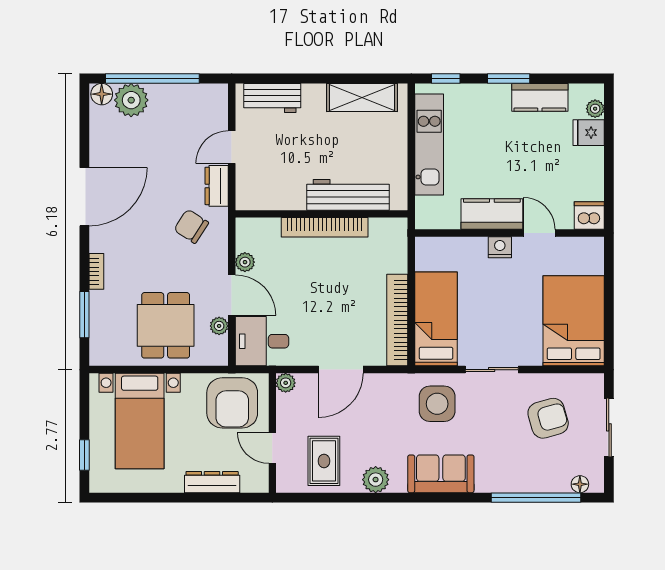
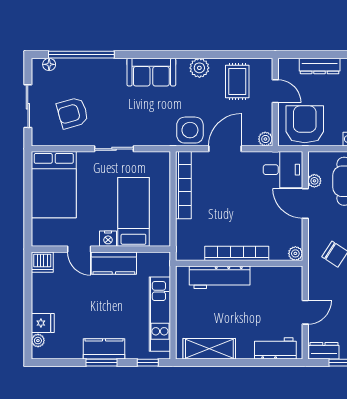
kitchen counter: (540, 97) -> (104, 349), moved
dresser: (217, 186) -> (324, 351), moved, turned -90
plant: (245, 262) -> (295, 253), moved
bed: (436, 319) -> (133, 212), moved, turned 180
side table: (437, 404) -> (190, 130), moved

